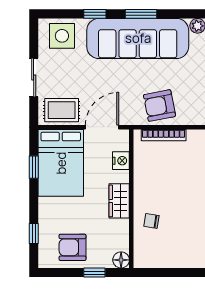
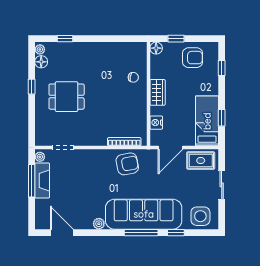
window: (141, 14) -> (141, 233), width x1.44
bed: (61, 163) -> (207, 121), width x0.67

